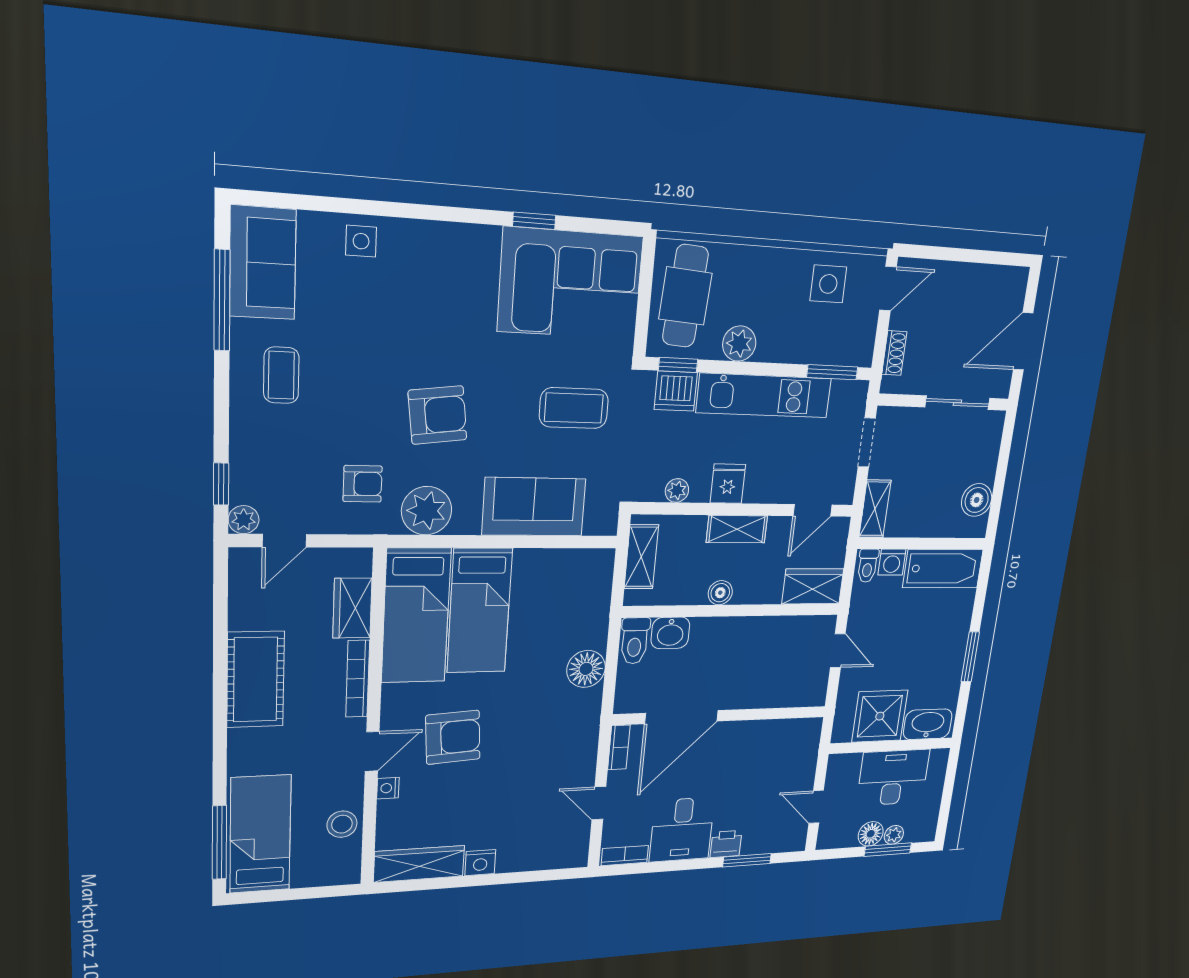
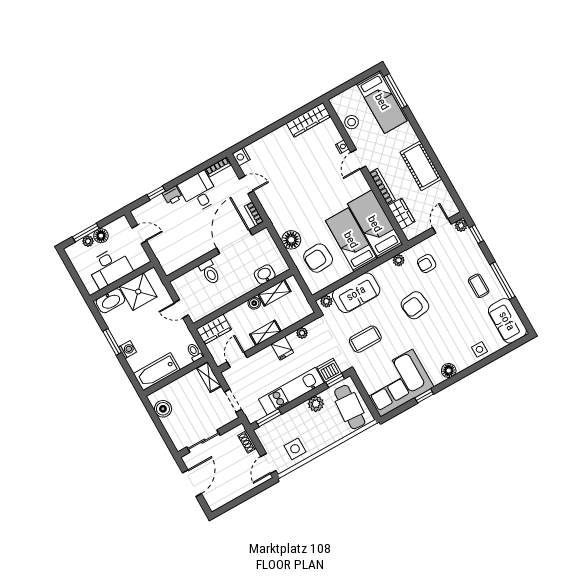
floor lamp: (453, 239) -> (449, 371), added
window: (222, 300) -> (502, 280), moved
plant: (427, 511) -> (399, 260), width x0.53, depth x0.53
plant: (597, 523) -> (326, 301), added
shelving: (641, 557) -> (274, 293), moved, turned 90
washing machine: (892, 562) -> (128, 350), moved, turned 90
toilet: (635, 641) -> (210, 272), moved, turned 180
armchair: (453, 737) -> (318, 258), moved
window: (747, 860) -> (156, 193), width x0.67
nightstand: (480, 863) -> (241, 157), moved, turned -90

